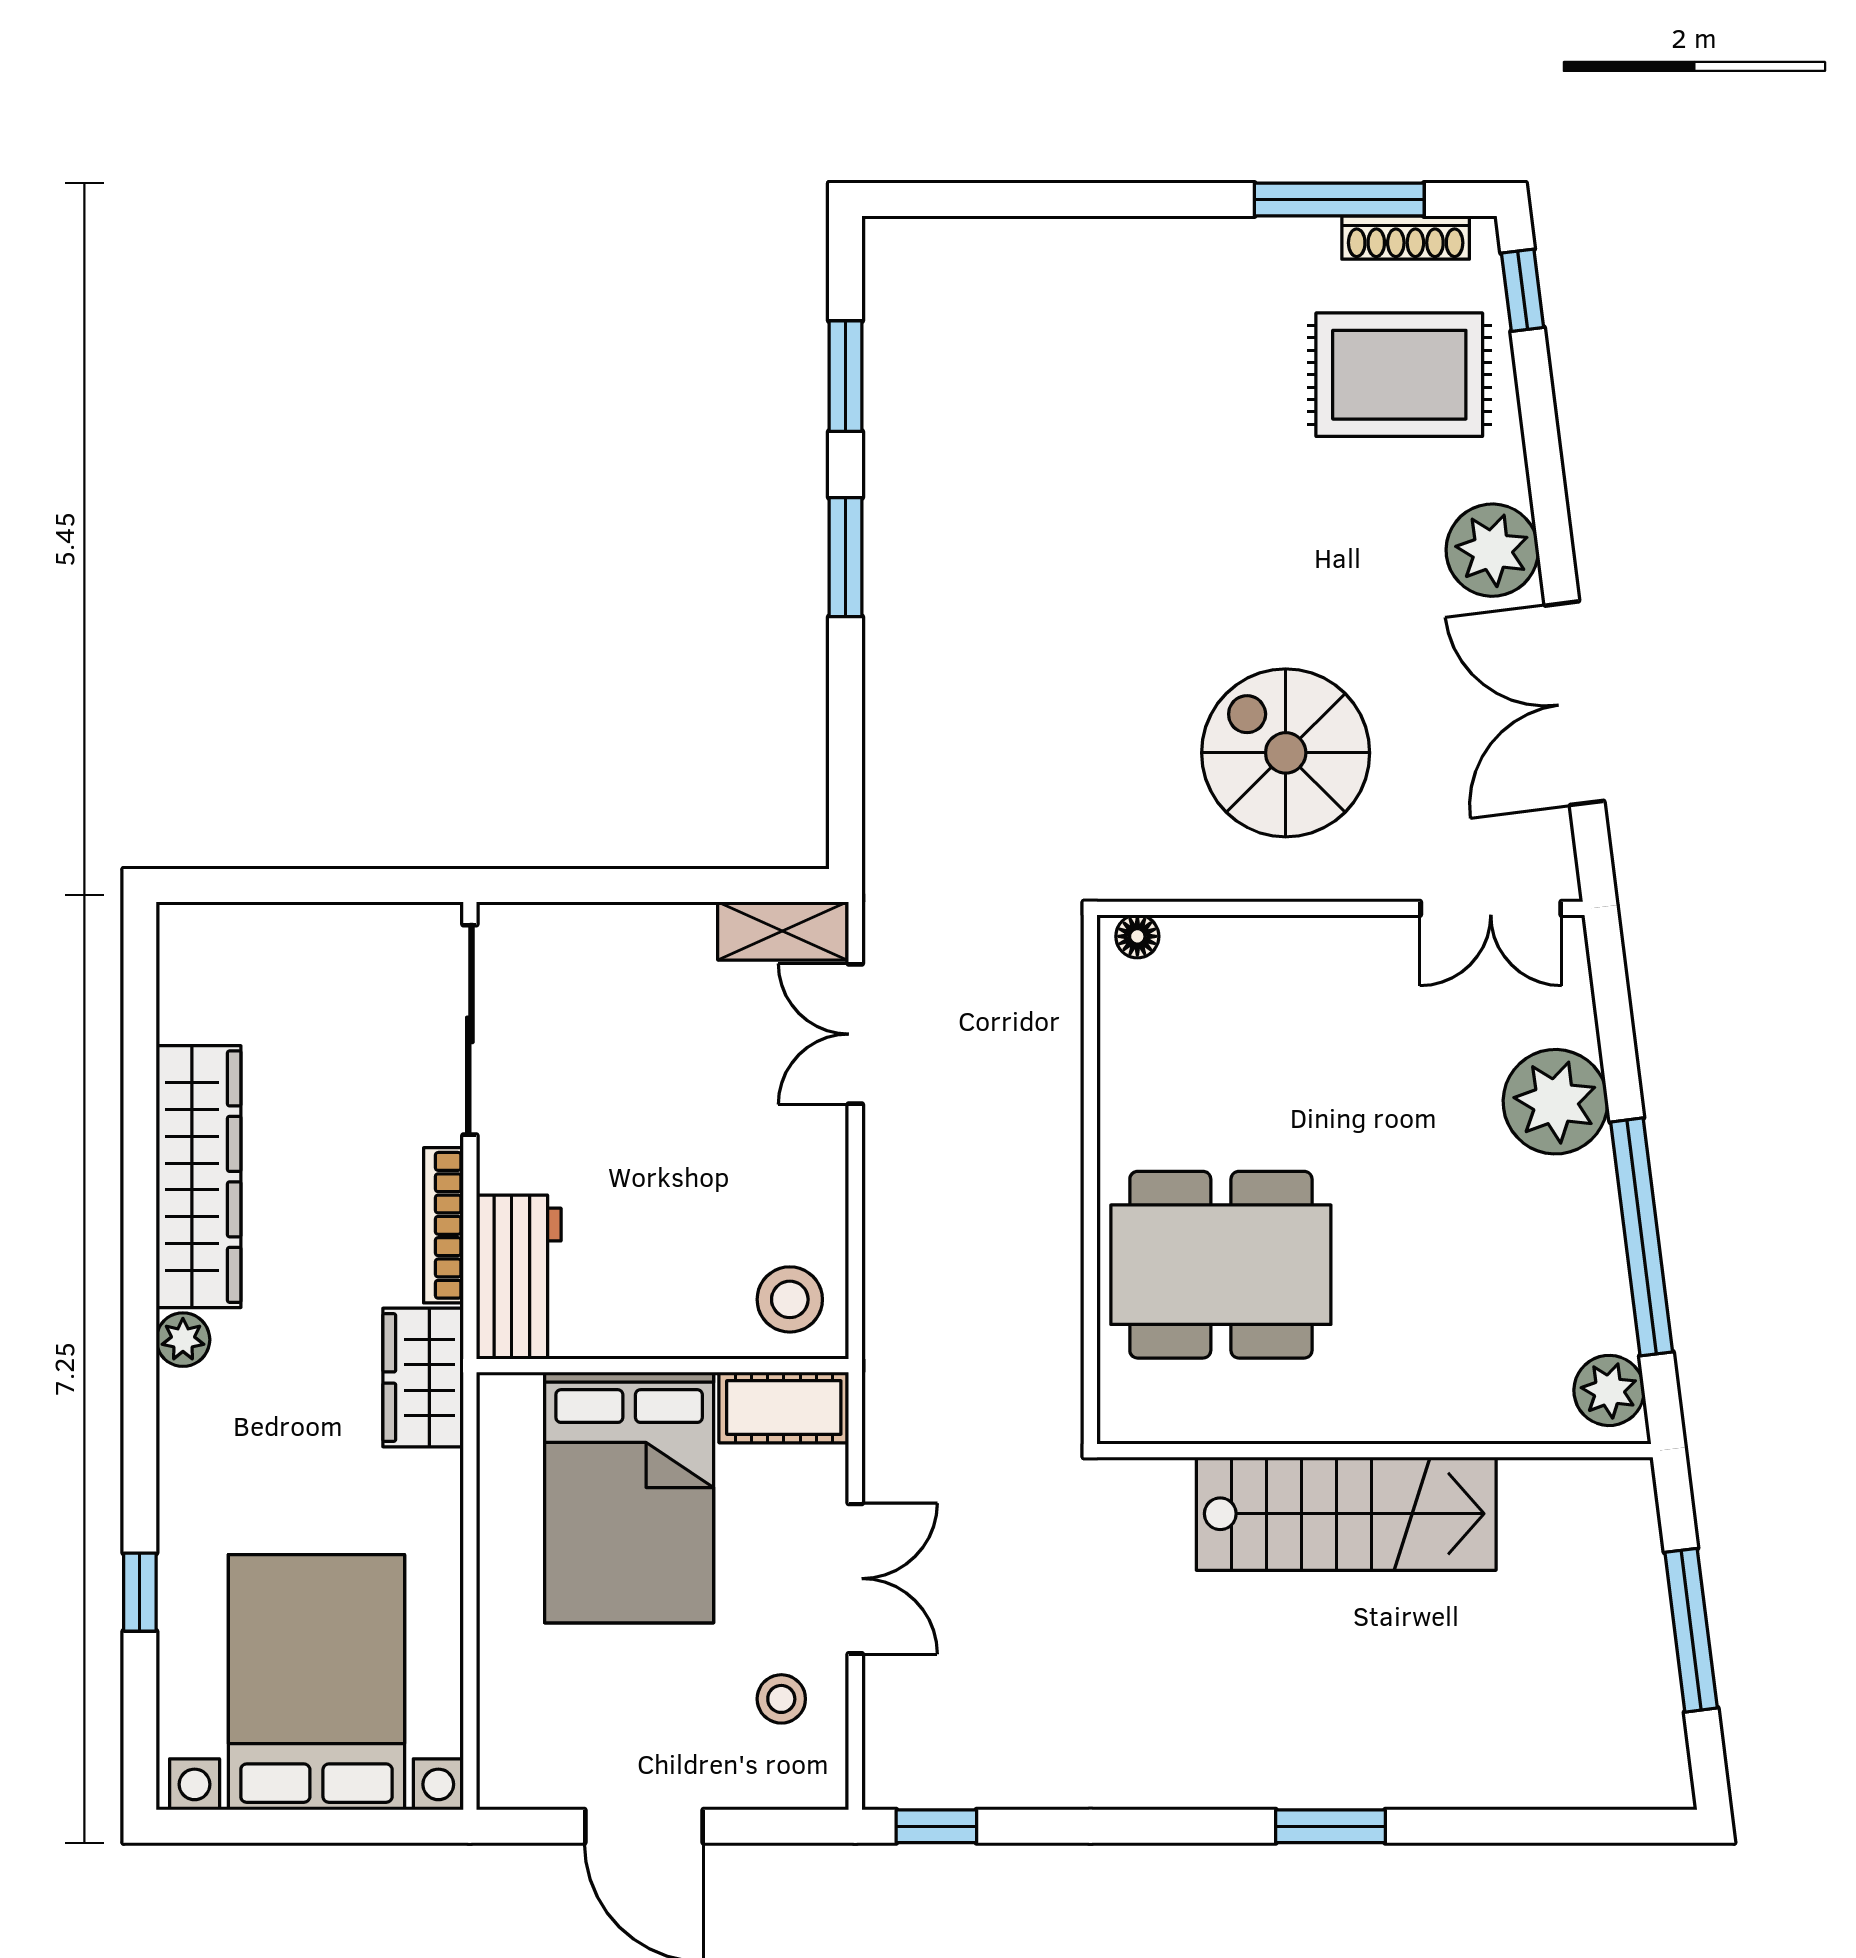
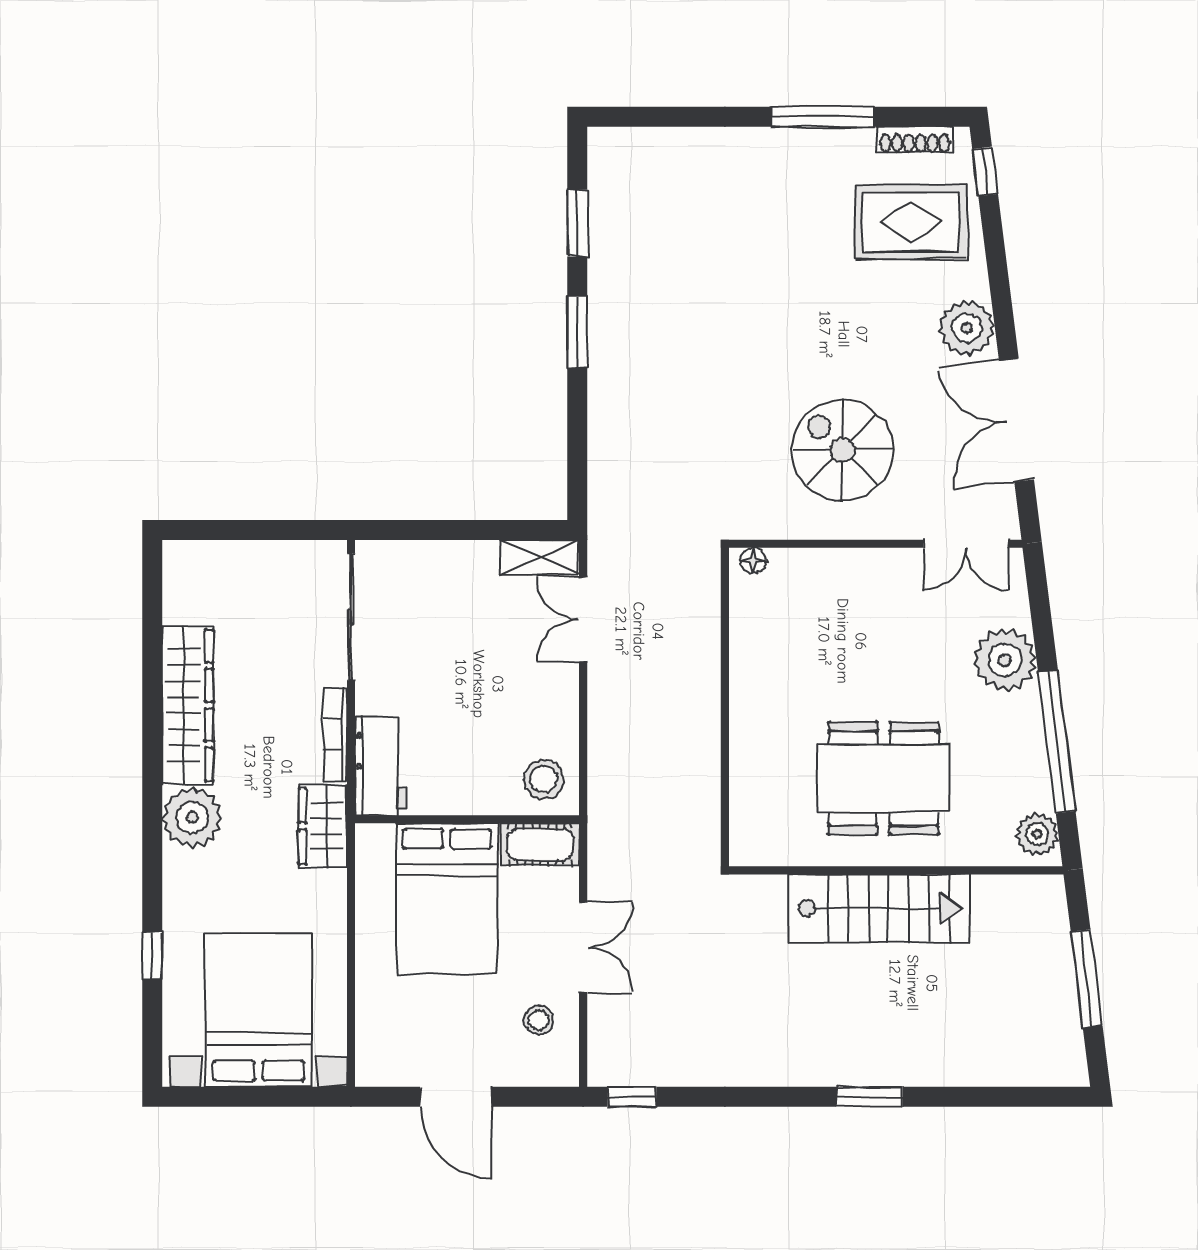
window: (1339, 199) -> (823, 117), moved
dining table: (1221, 1265) -> (884, 778), moved
plant: (183, 1340) -> (192, 818), width x1.87, depth x1.87

